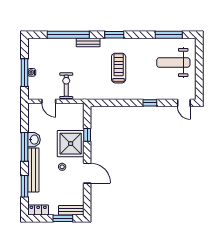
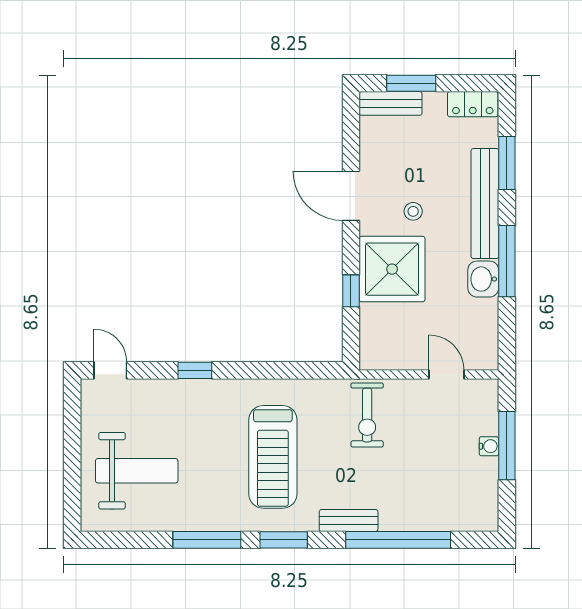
window: (169, 35) -> (207, 540), moved
treadmill: (119, 68) -> (273, 457), width x1.37, depth x1.38
exercise bike: (66, 86) -> (367, 415), moved

